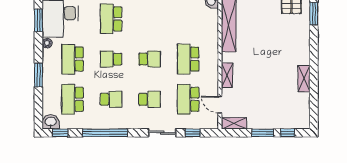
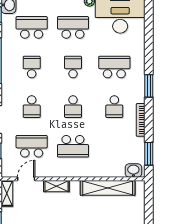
school desk: (150, 19) -> (114, 107), added
school desk: (188, 59) -> (73, 146), turned 180
school desk: (111, 99) -> (32, 67), turned 180

